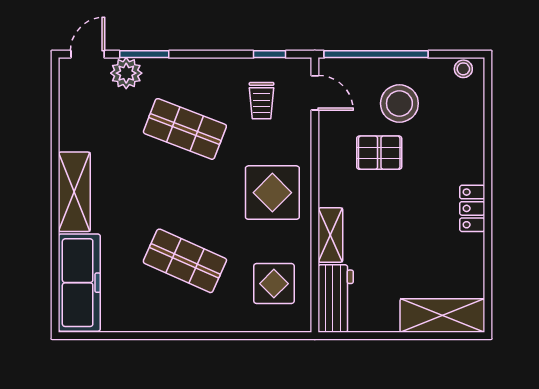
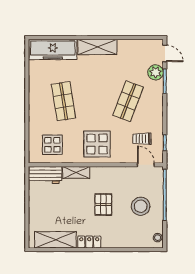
door: (315, 93) -> (146, 165), swing flipped
pallet: (379, 153) -> (103, 204), moved
shop shelf: (185, 261) -> (64, 101), turned -33
shelving: (442, 315) -> (55, 240), moved, turned 90

